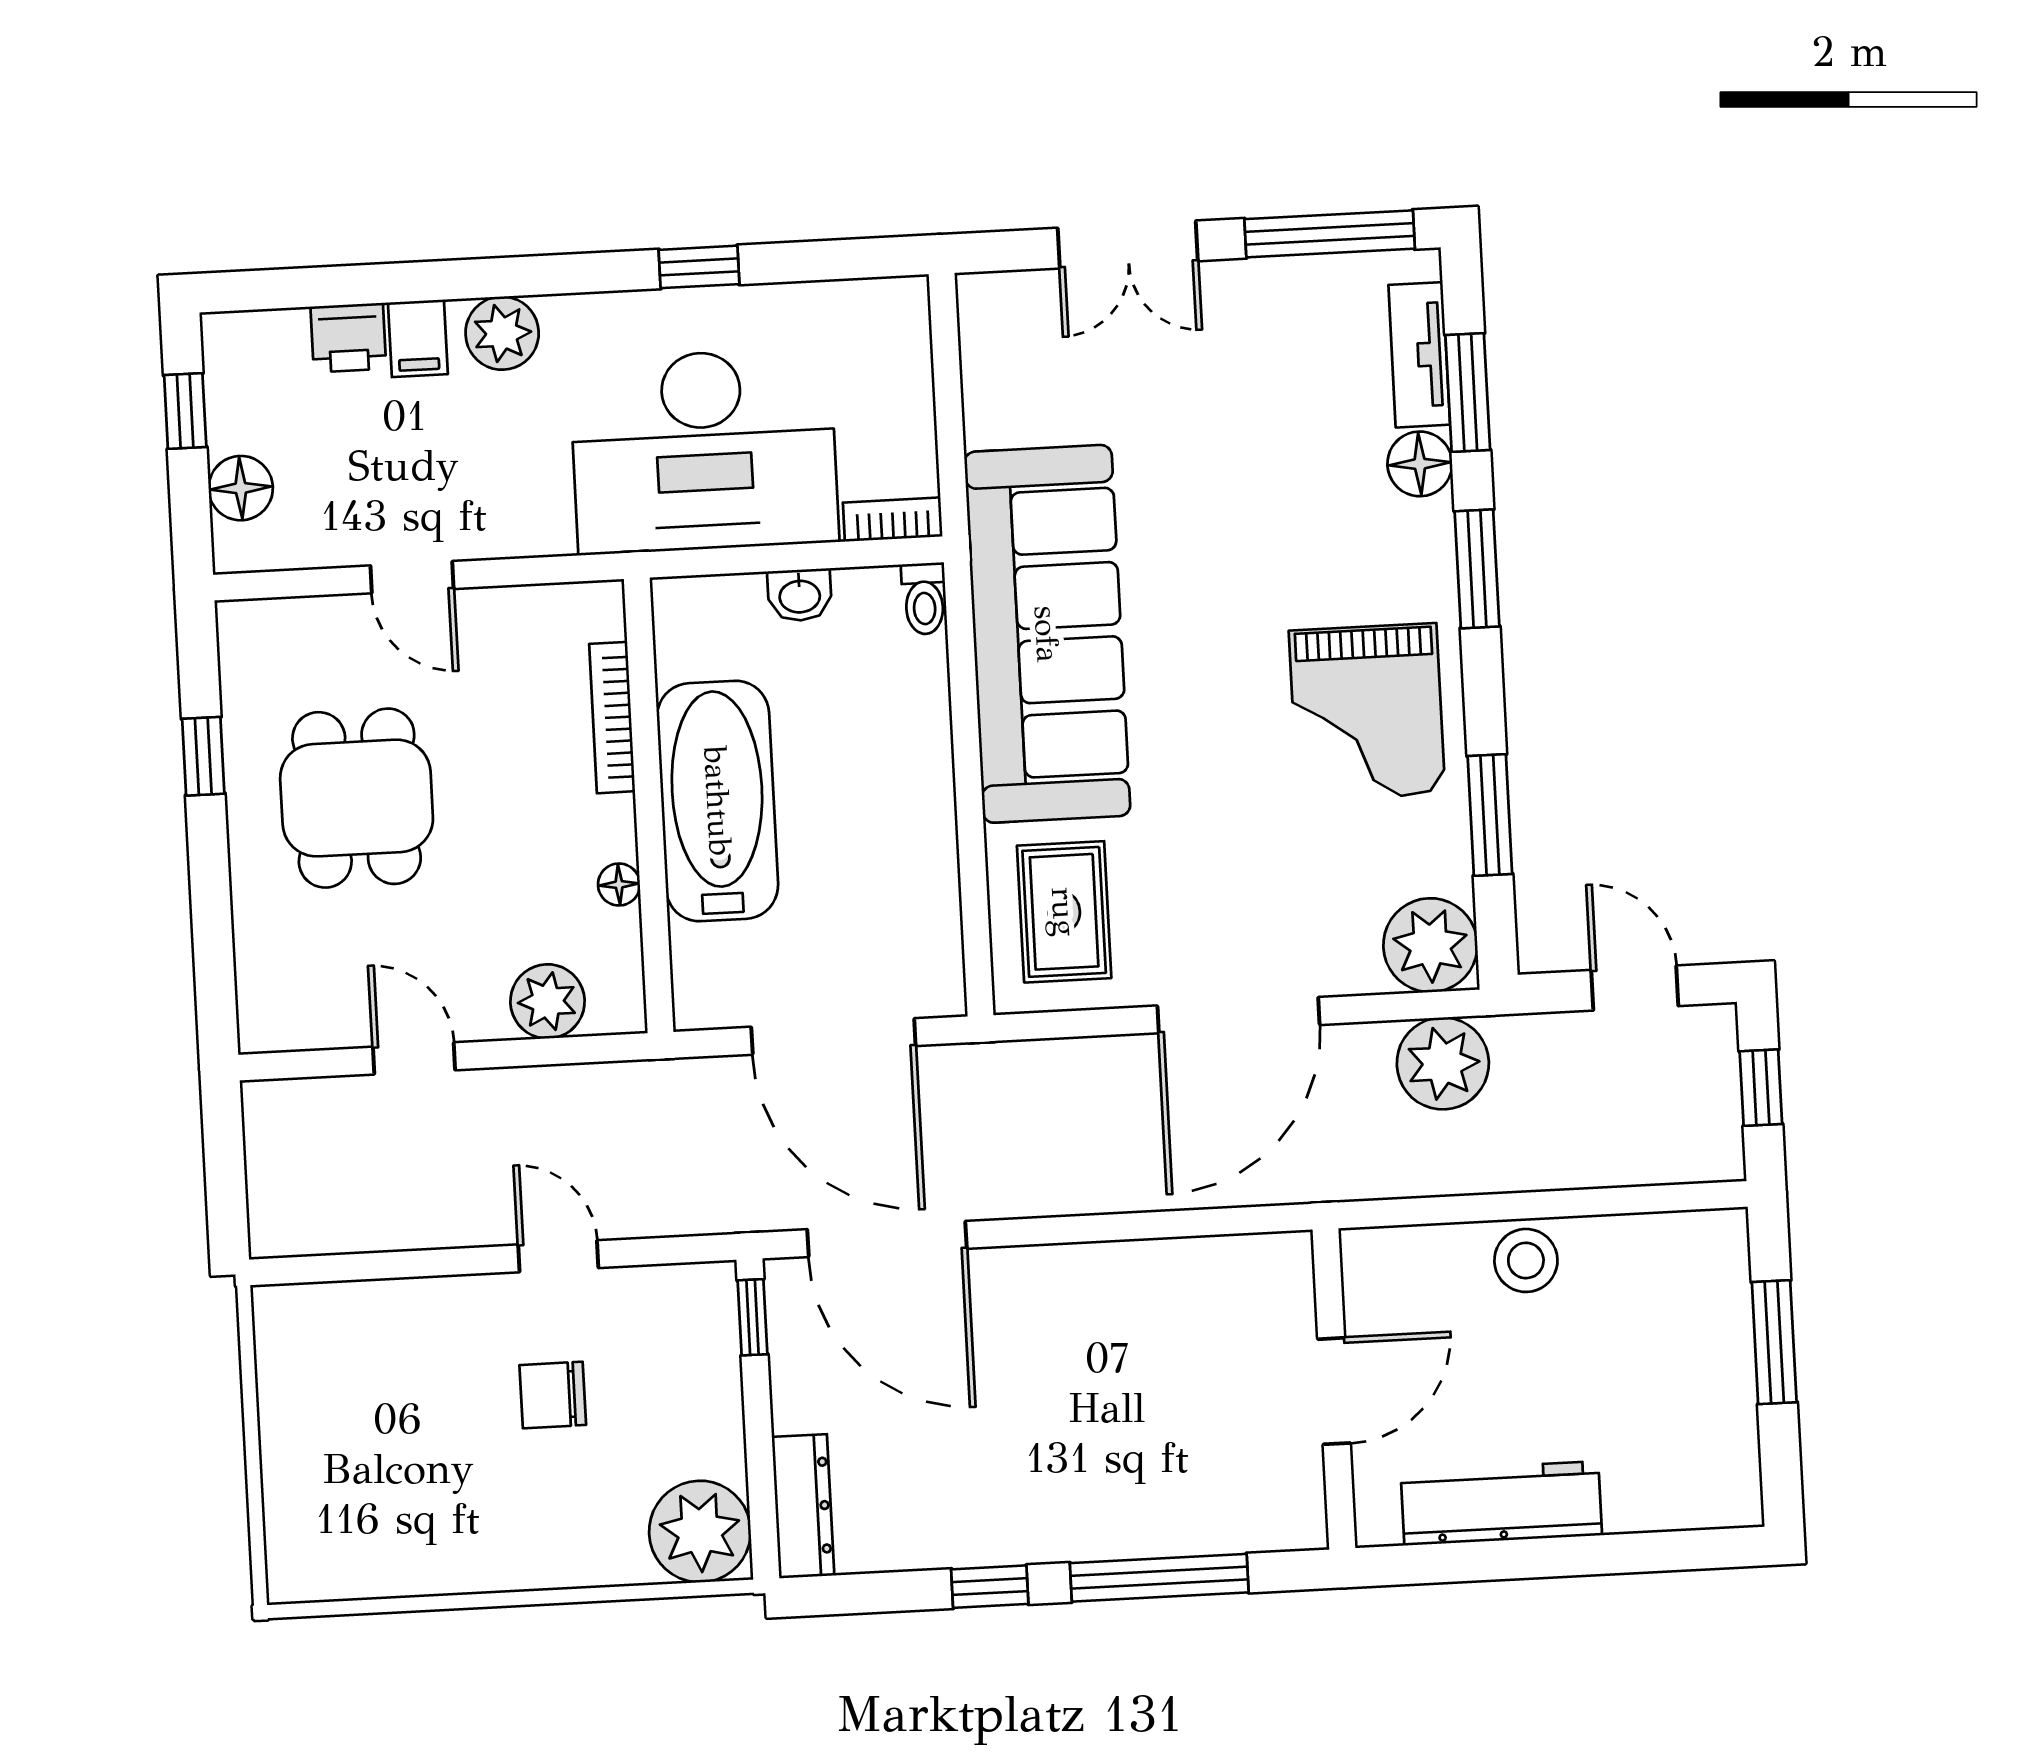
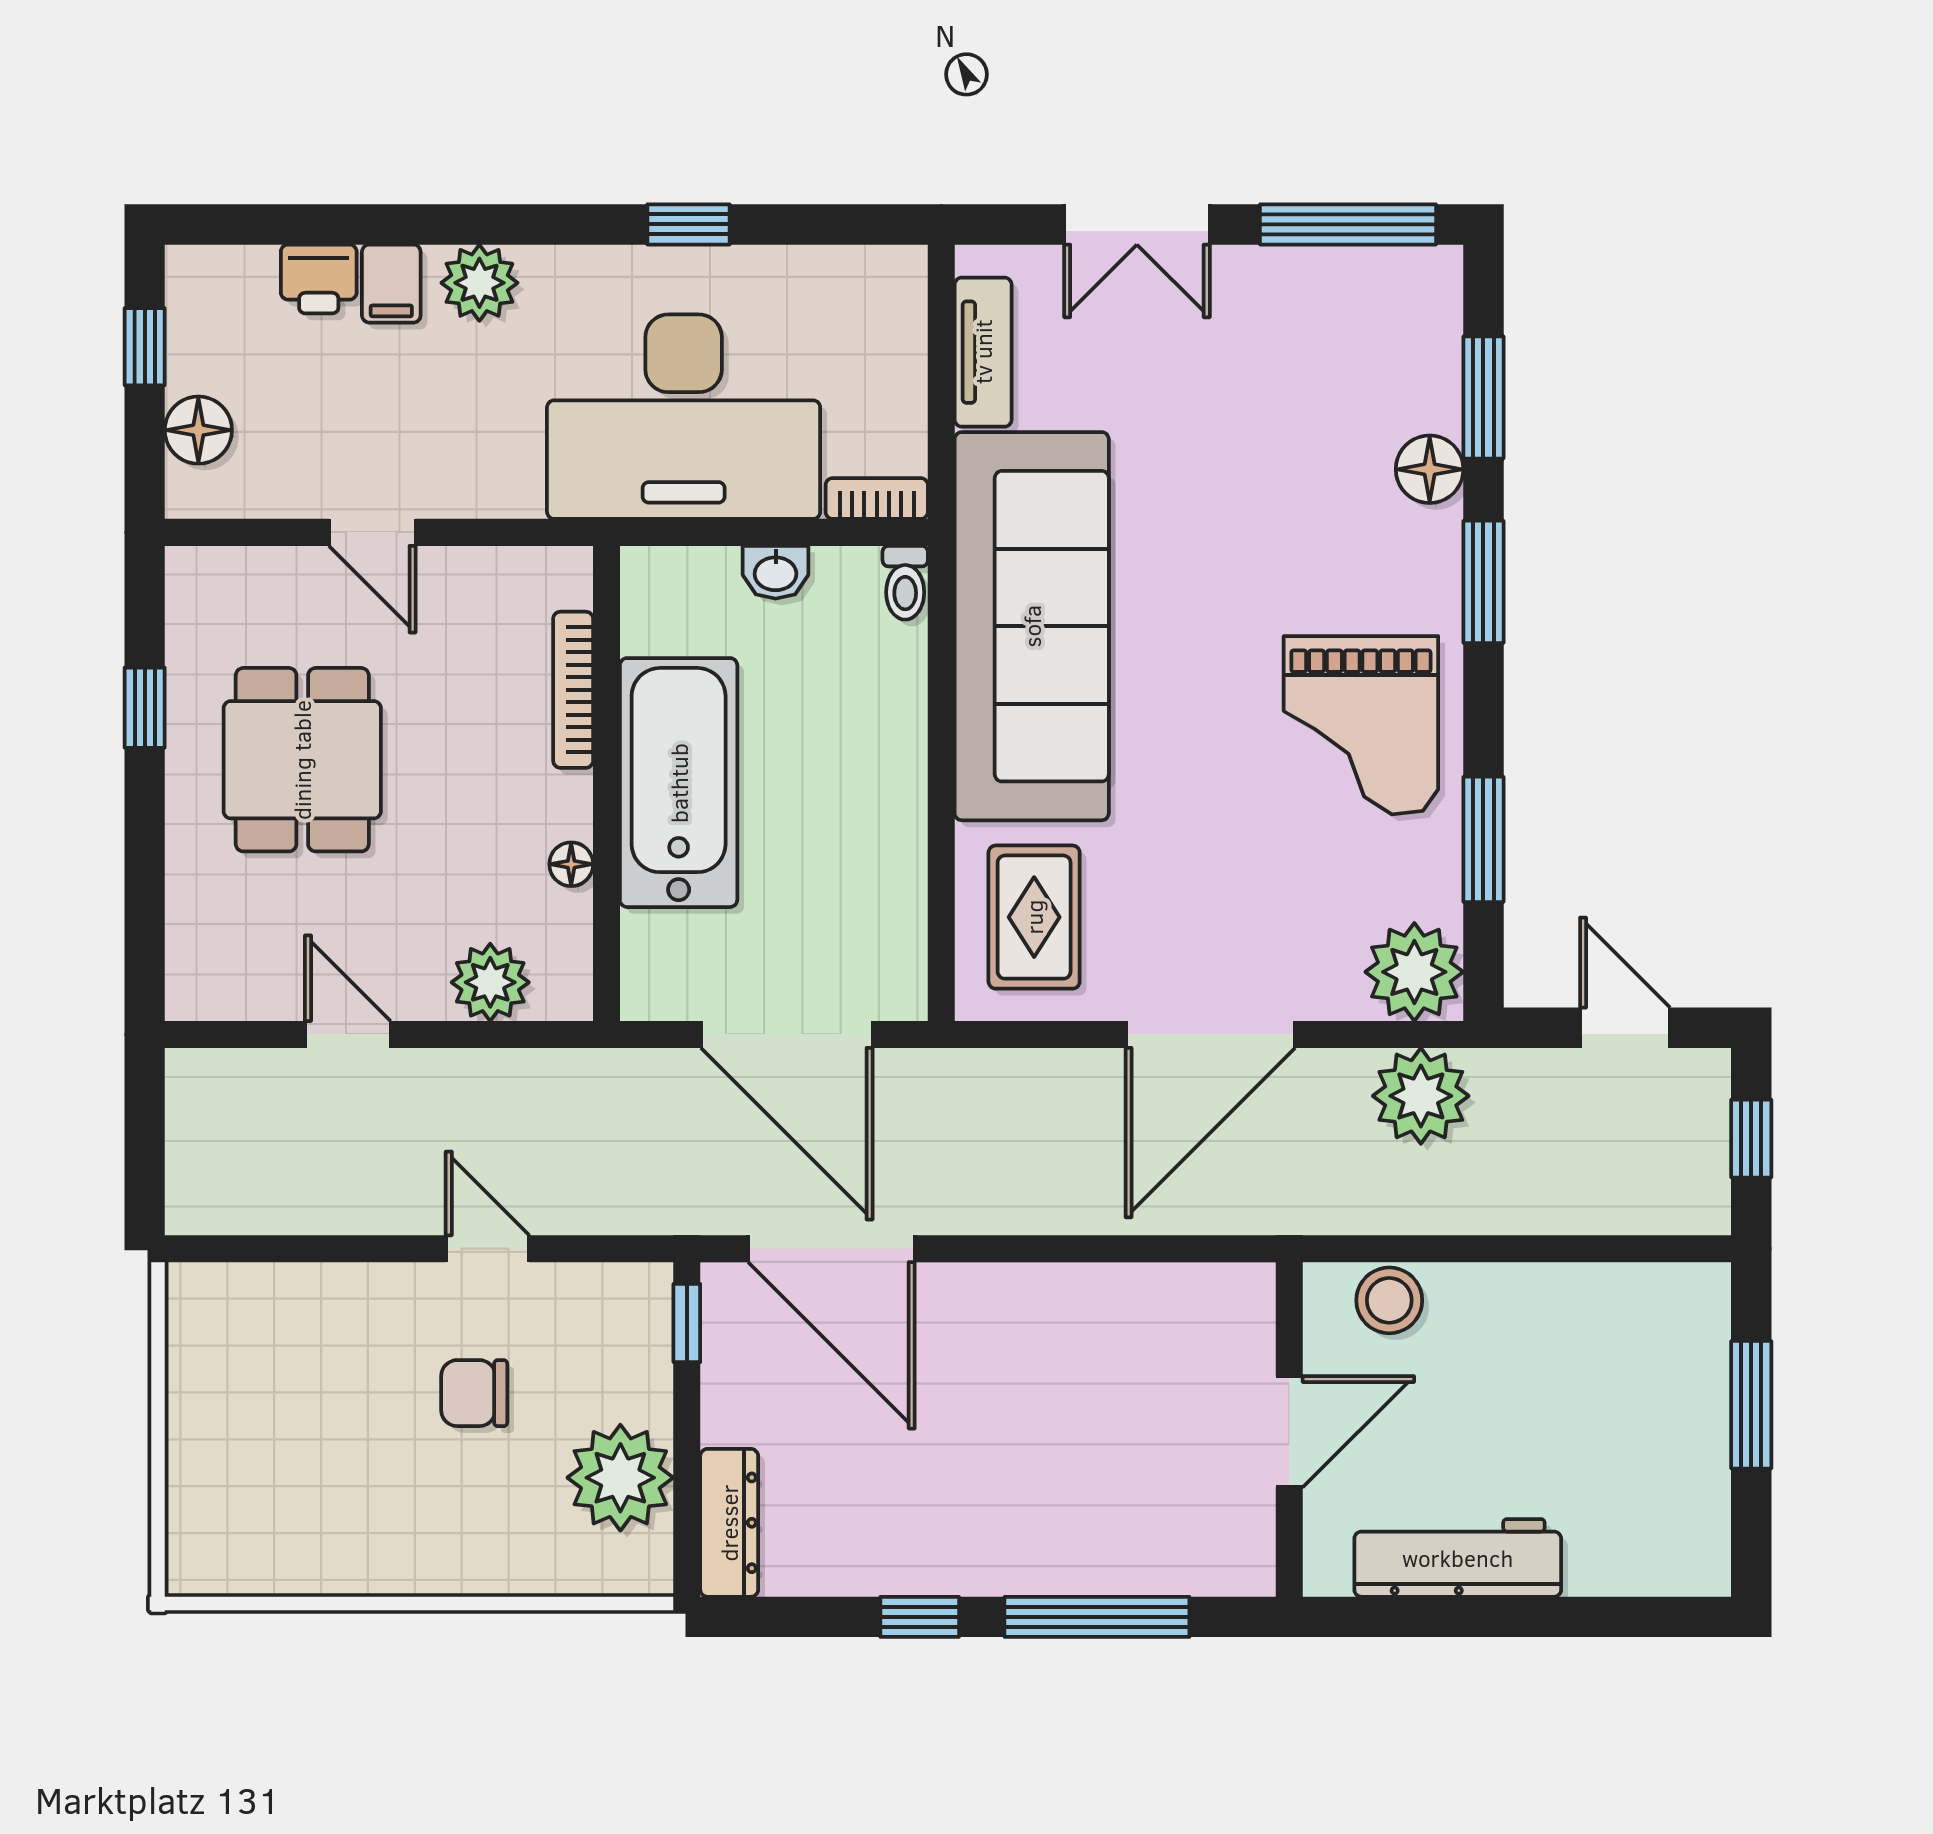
tv unit: (1419, 355) -> (983, 352), moved, turned 180
stool: (1526, 1260) -> (1389, 1300), moved
plant: (700, 1532) -> (620, 1478), moved

